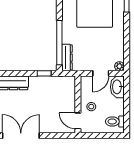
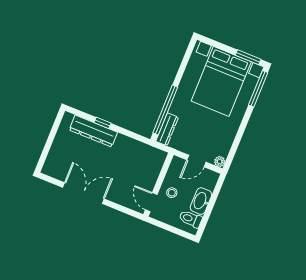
window: (44, 73) -> (102, 123), moved
washbasin: (117, 87) -> (201, 201), moved

